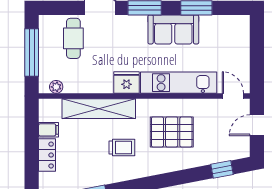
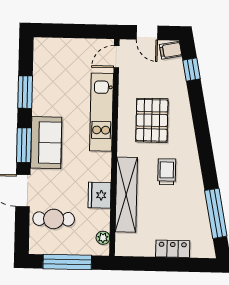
sofa: (173, 29) -> (46, 143), moved
fridge: (127, 83) -> (99, 195), moved
filing cabinet: (49, 130) -> (171, 50), moved, turned -101

